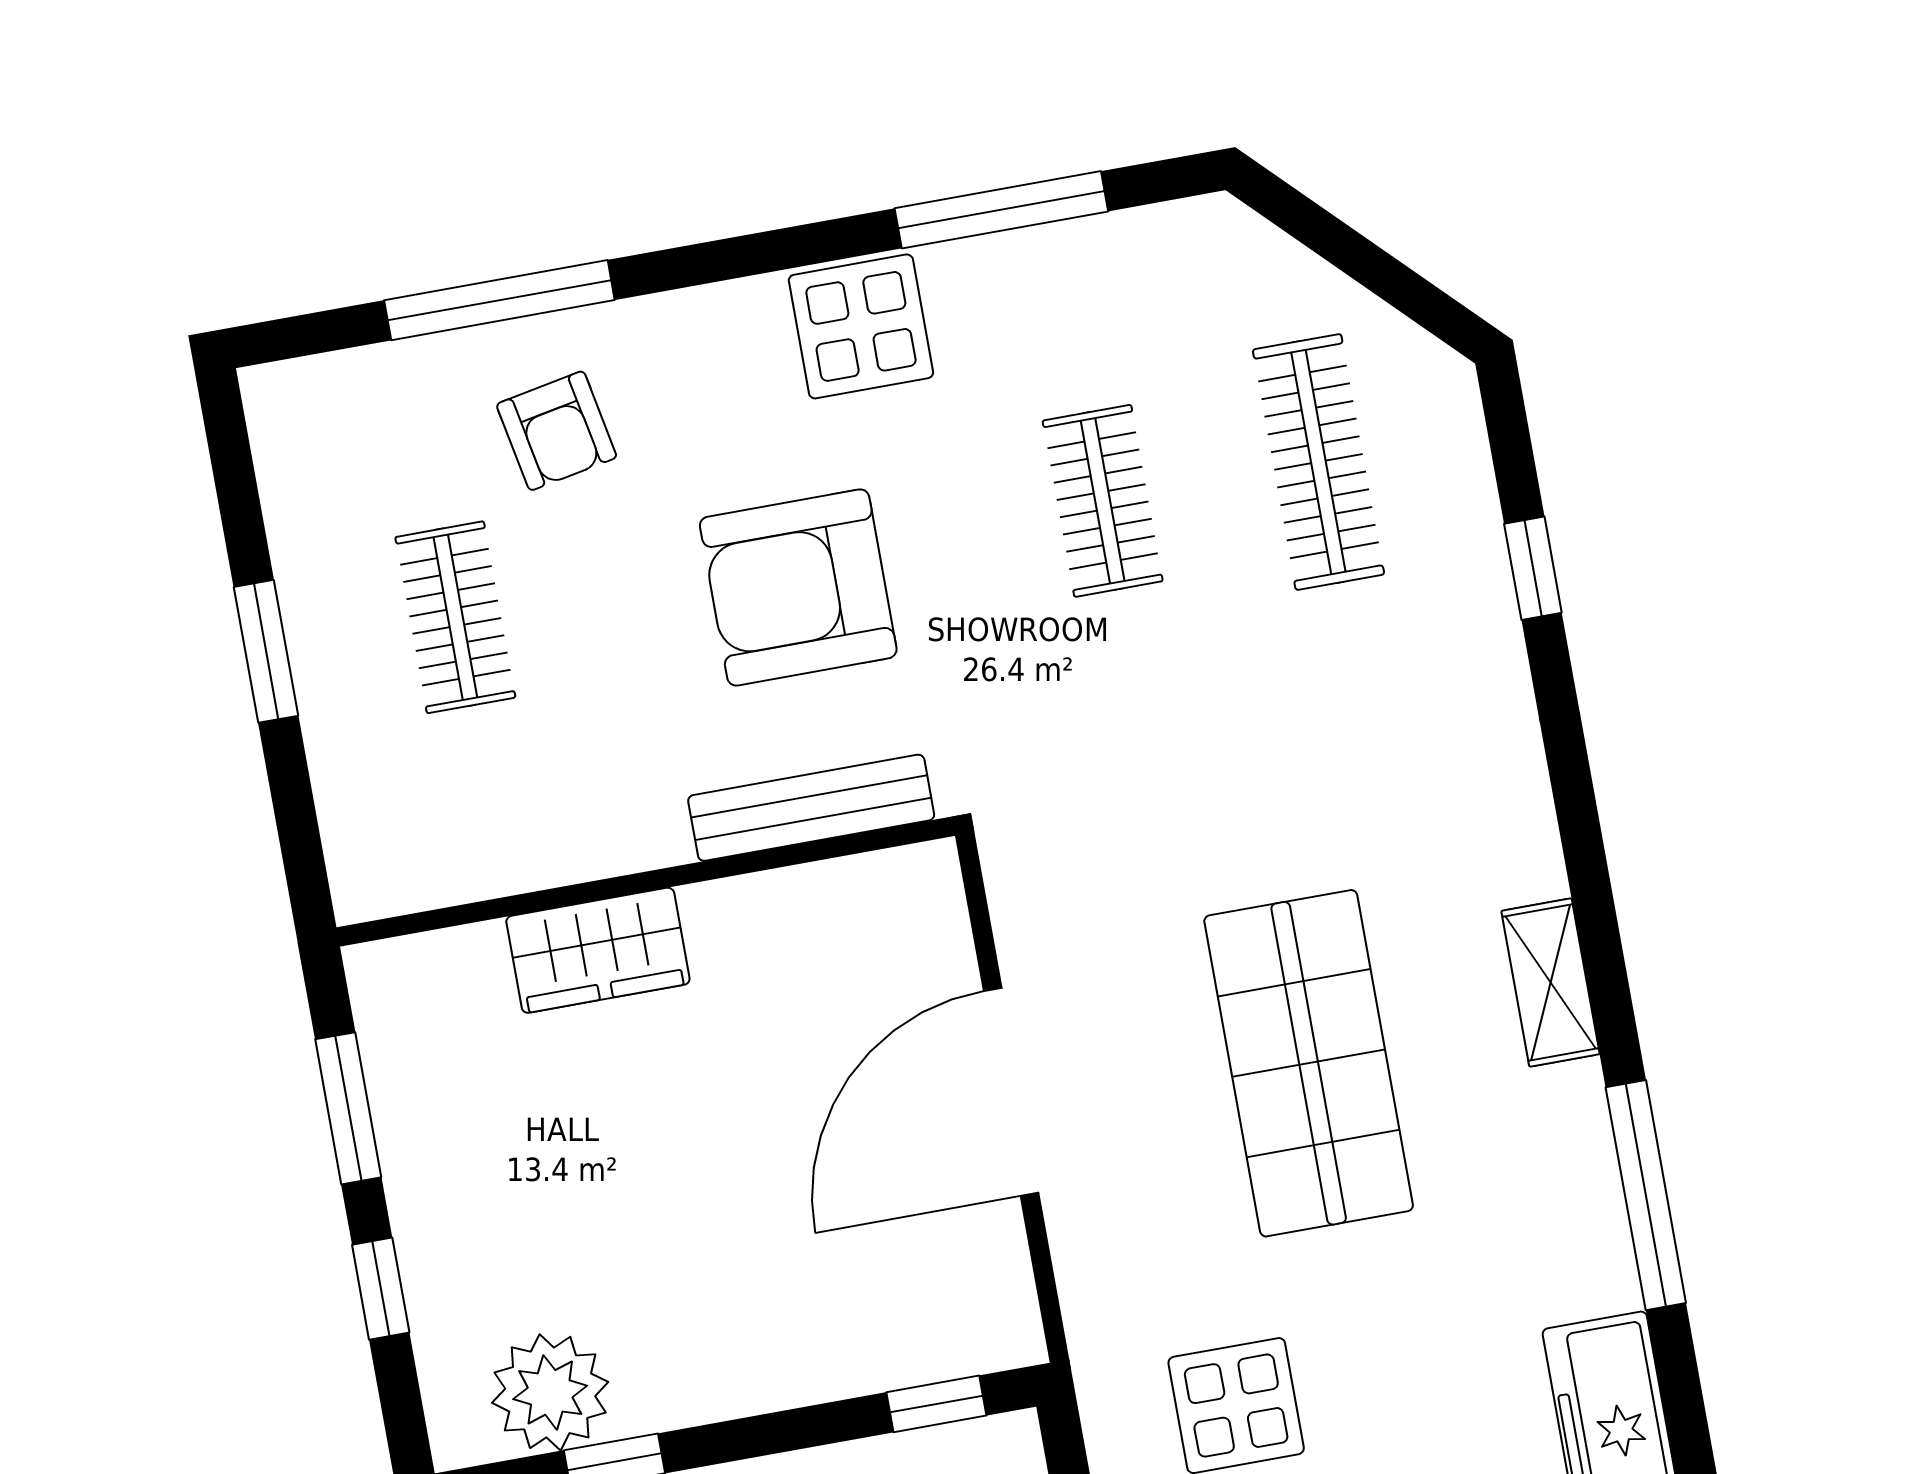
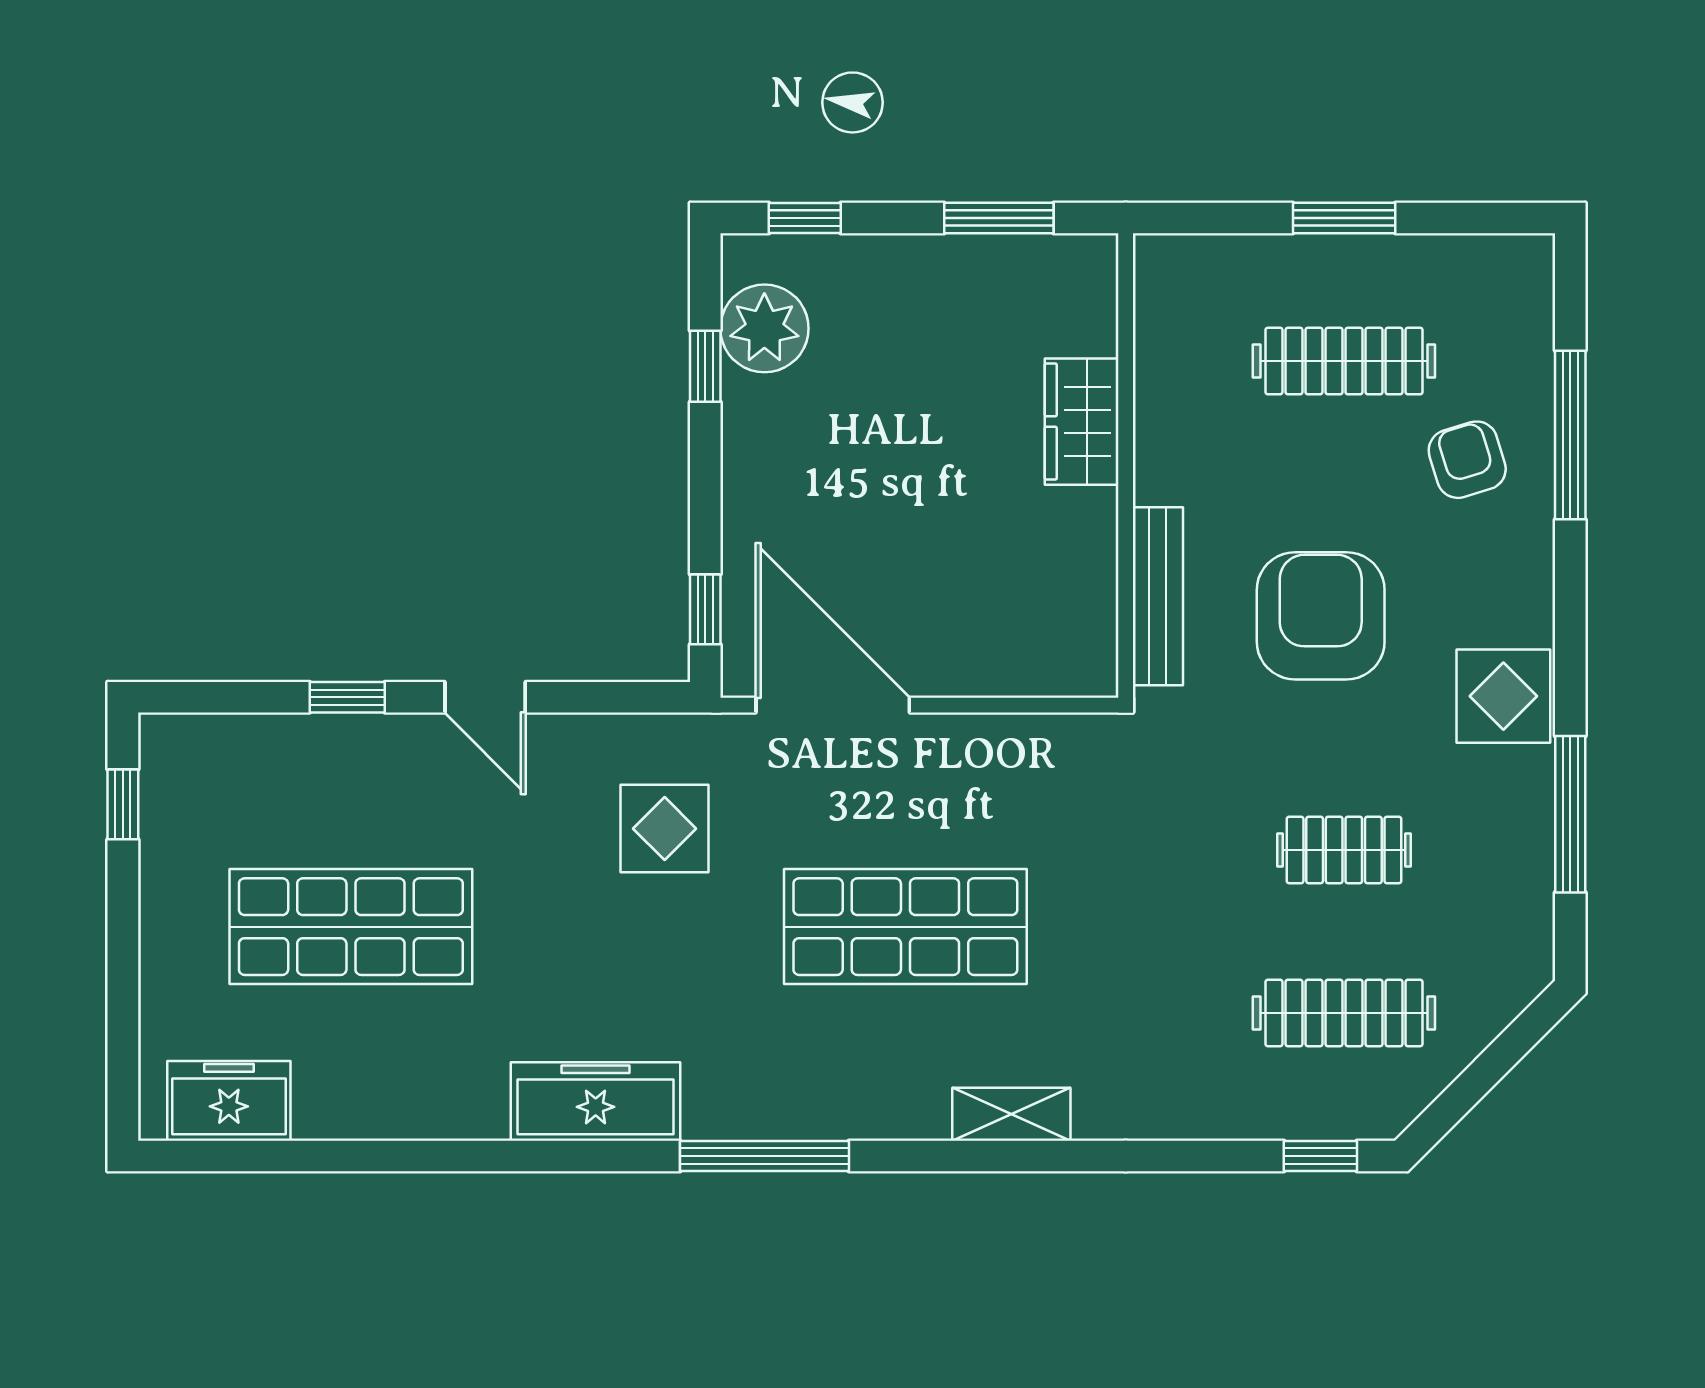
armchair: (557, 431) -> (1467, 460), turned 84
window: (1533, 568) -> (1320, 1156), moved
clothes rail: (455, 617) -> (1344, 361), width x1.36
shelving: (1550, 982) -> (1011, 1114), moved
door: (1011, 1092) -> (833, 705), moved
window: (381, 1289) -> (805, 218), moved

